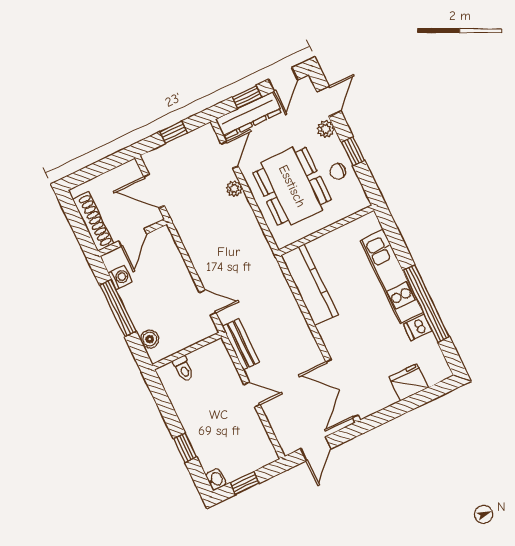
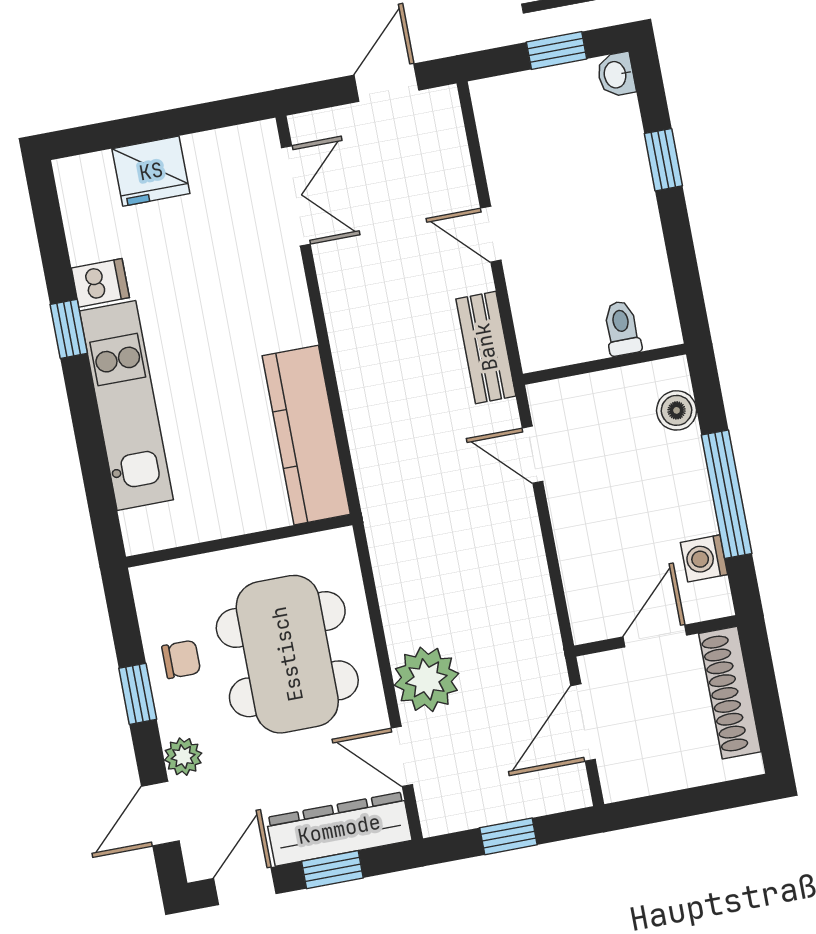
door: (230, 155) -> (402, 756), hinge flipped
plant: (234, 189) -> (426, 679), width x1.88, depth x1.88
door: (154, 191) -> (583, 723), swing flipped
window: (426, 303) -> (69, 329), width x0.32
double door: (342, 388) -> (296, 196), width x0.73

